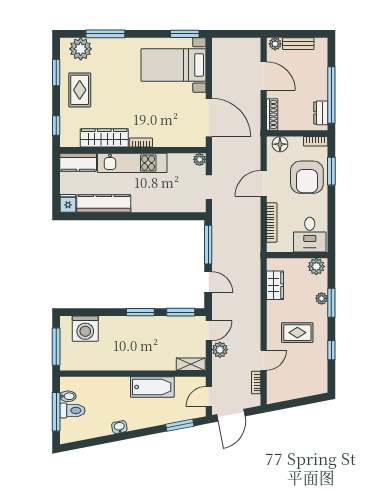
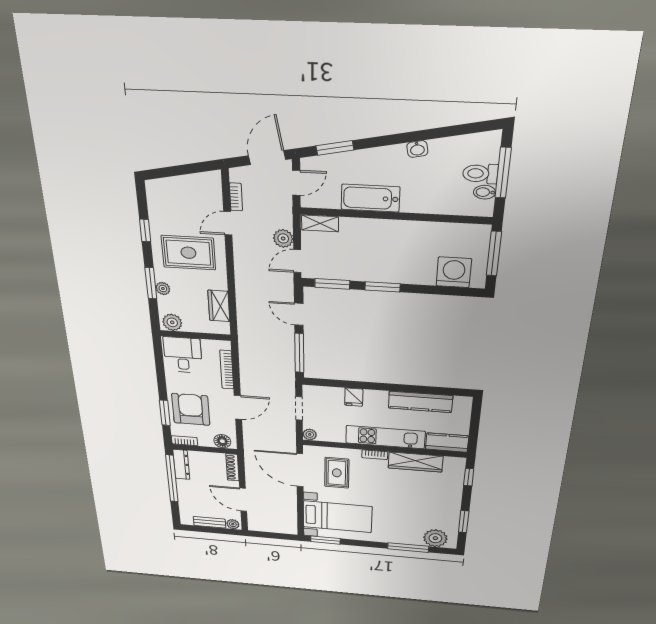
rug: (80, 90) -> (337, 473), moved
dresser: (321, 113) -> (181, 464), width x1.44
fridge: (68, 203) -> (354, 397), moved
rug: (297, 333) -> (188, 253), width x1.36, depth x1.43

